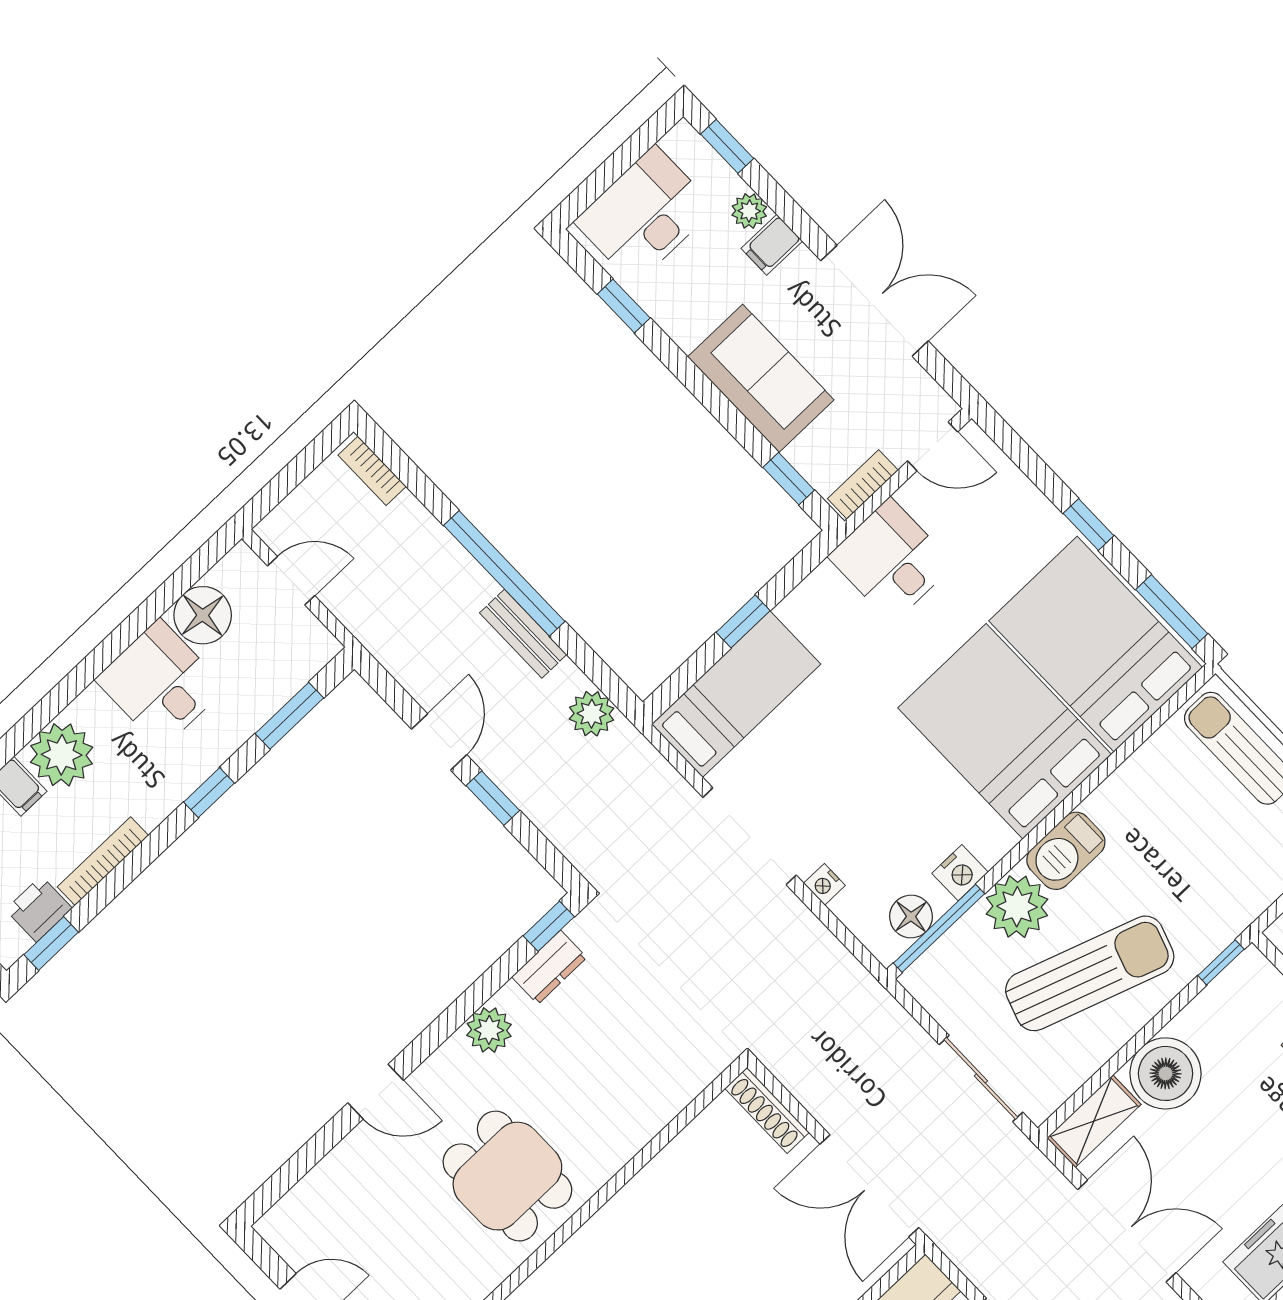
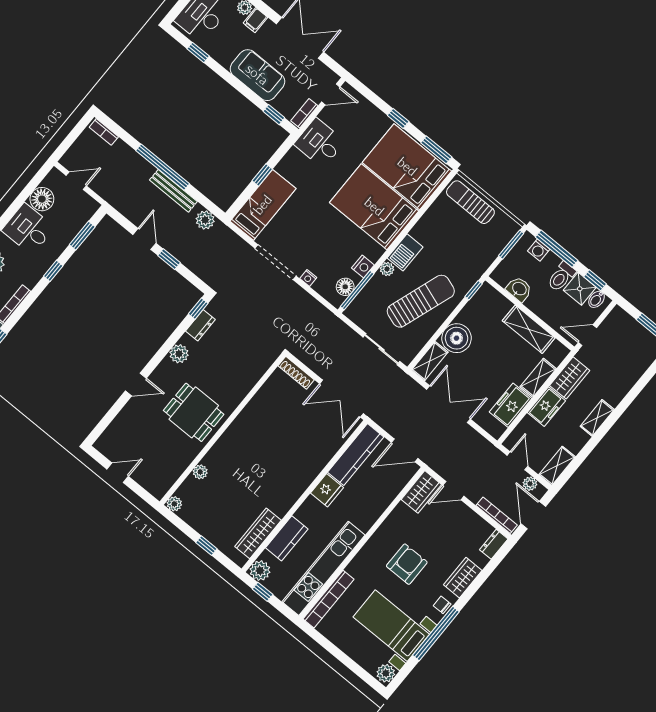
bench: (523, 634) -> (173, 191), width x1.36
plant: (1017, 907) -> (387, 269), width x0.53, depth x0.53

